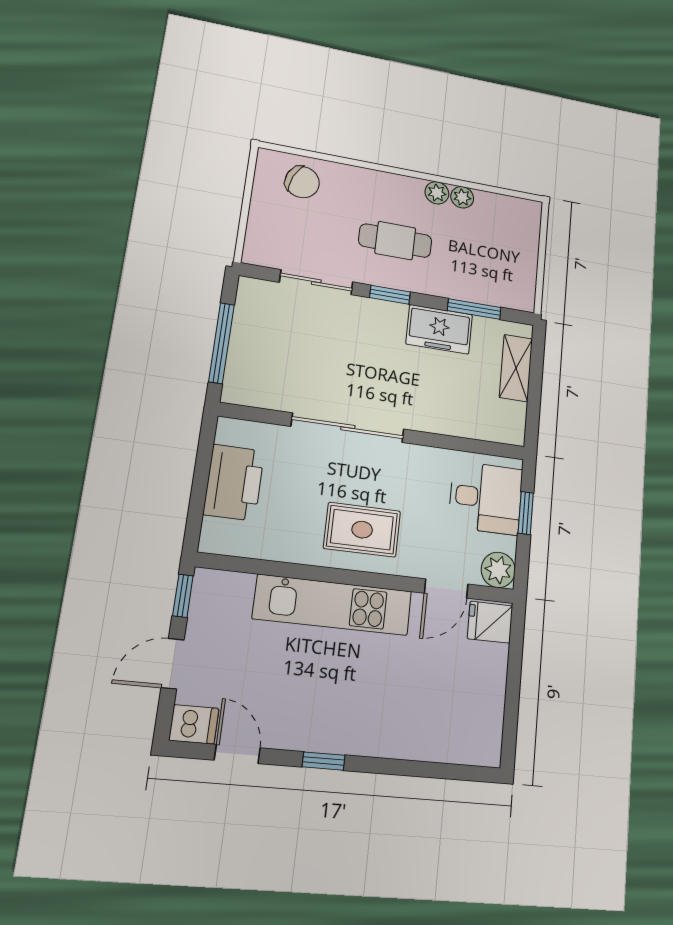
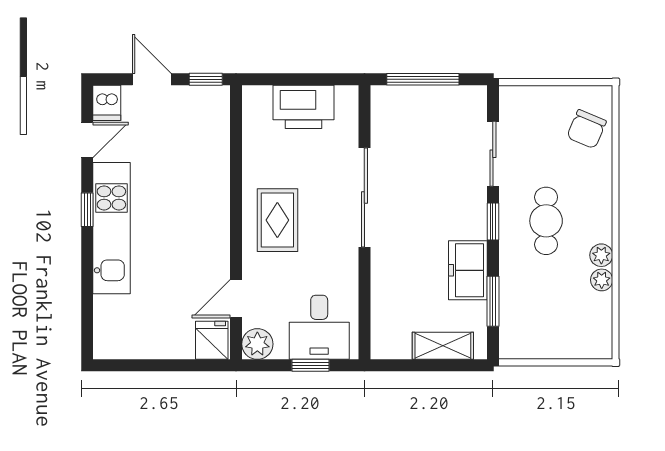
door: (446, 589) -> (236, 299), hinge flipped
kitchen unit: (333, 605) -> (111, 228), moved, turned 180

